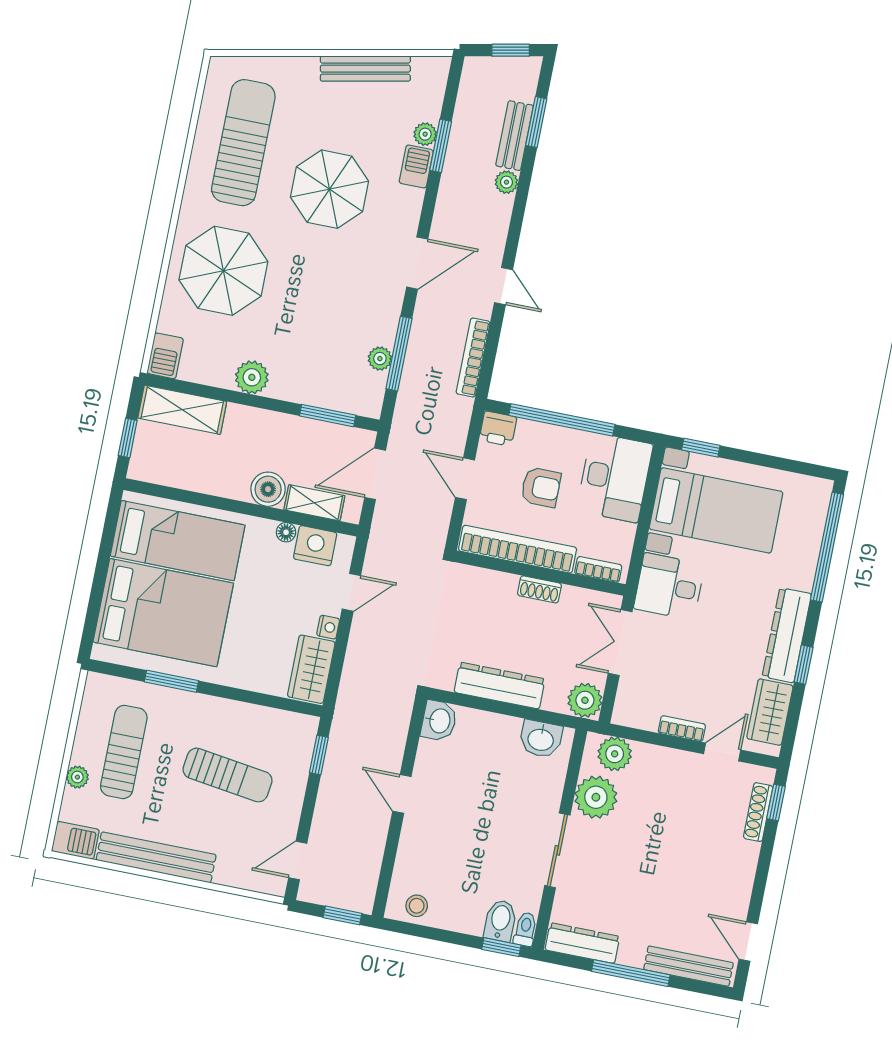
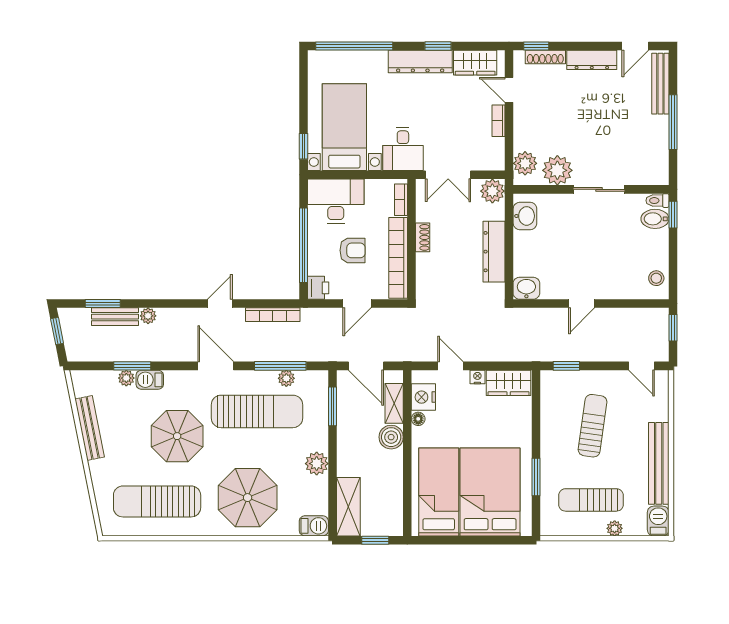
sun lounger: (342, 308) -> (257, 411), added
armchair: (541, 487) -> (352, 250), turned 90
dresser: (582, 943) -> (592, 60), moved, turned -90

